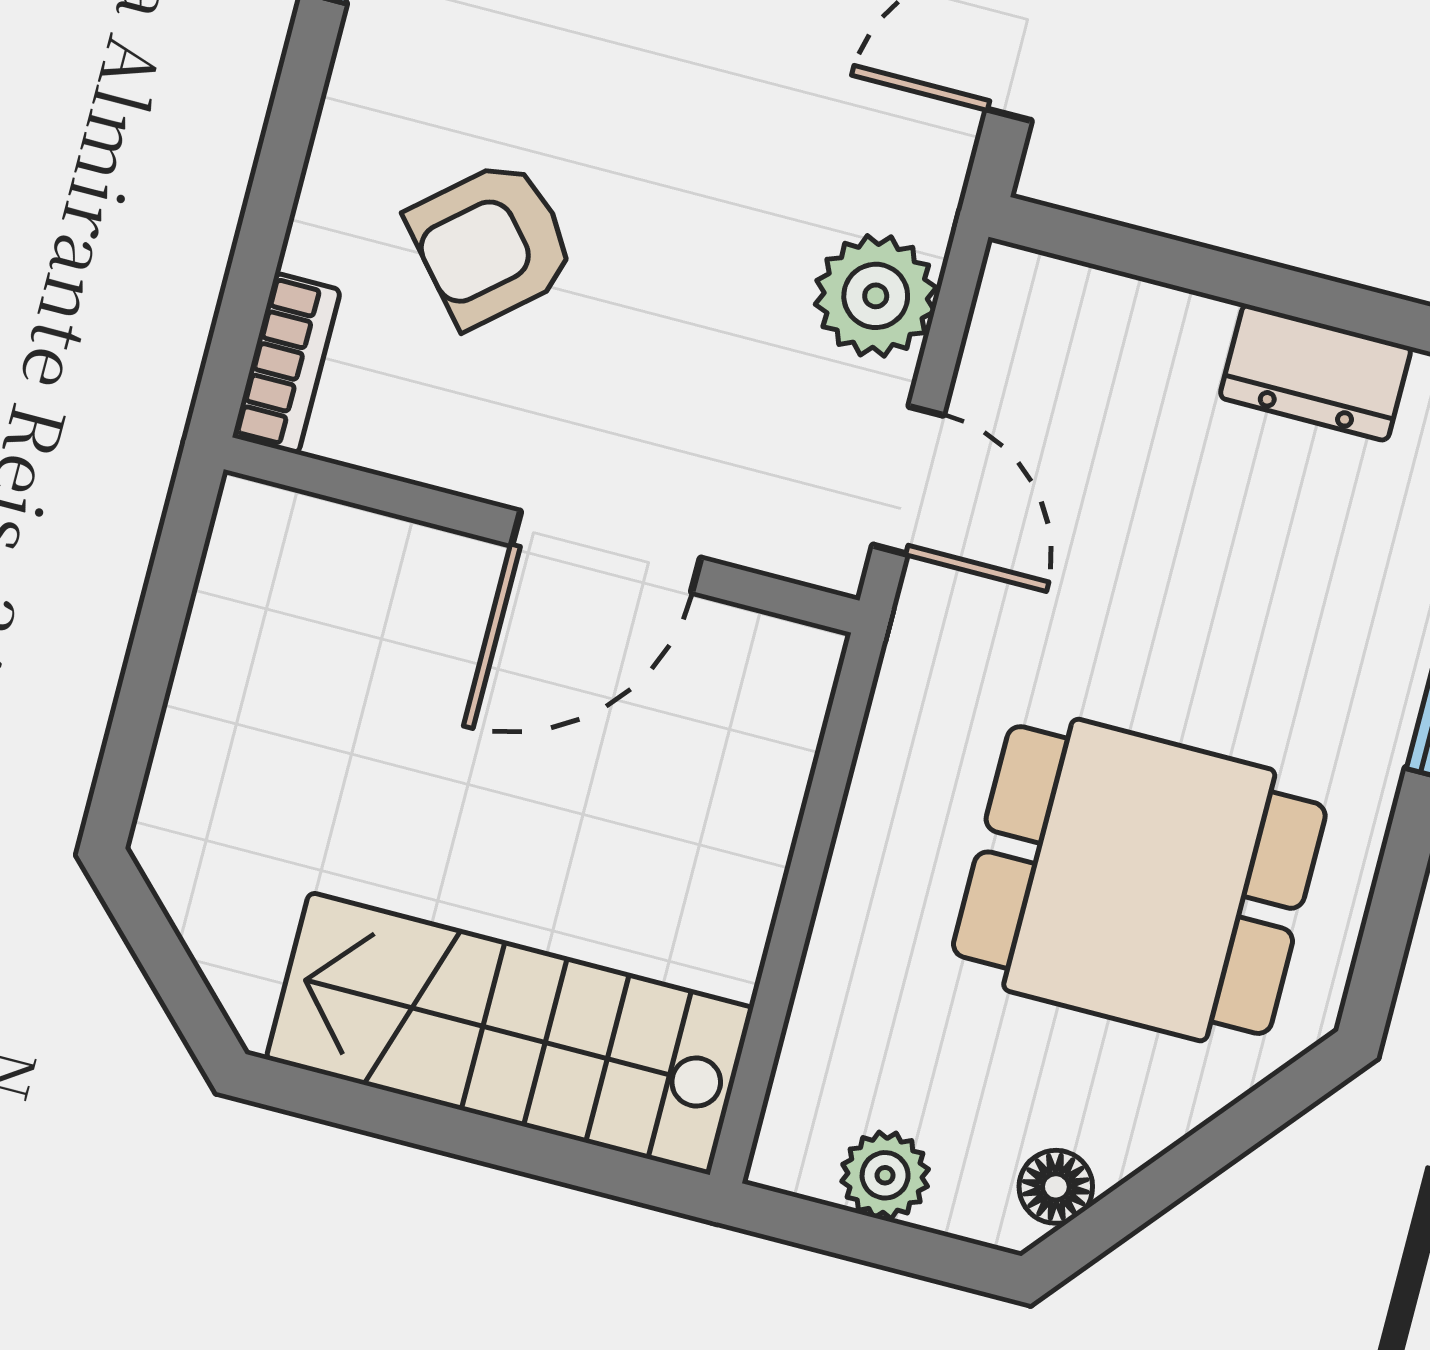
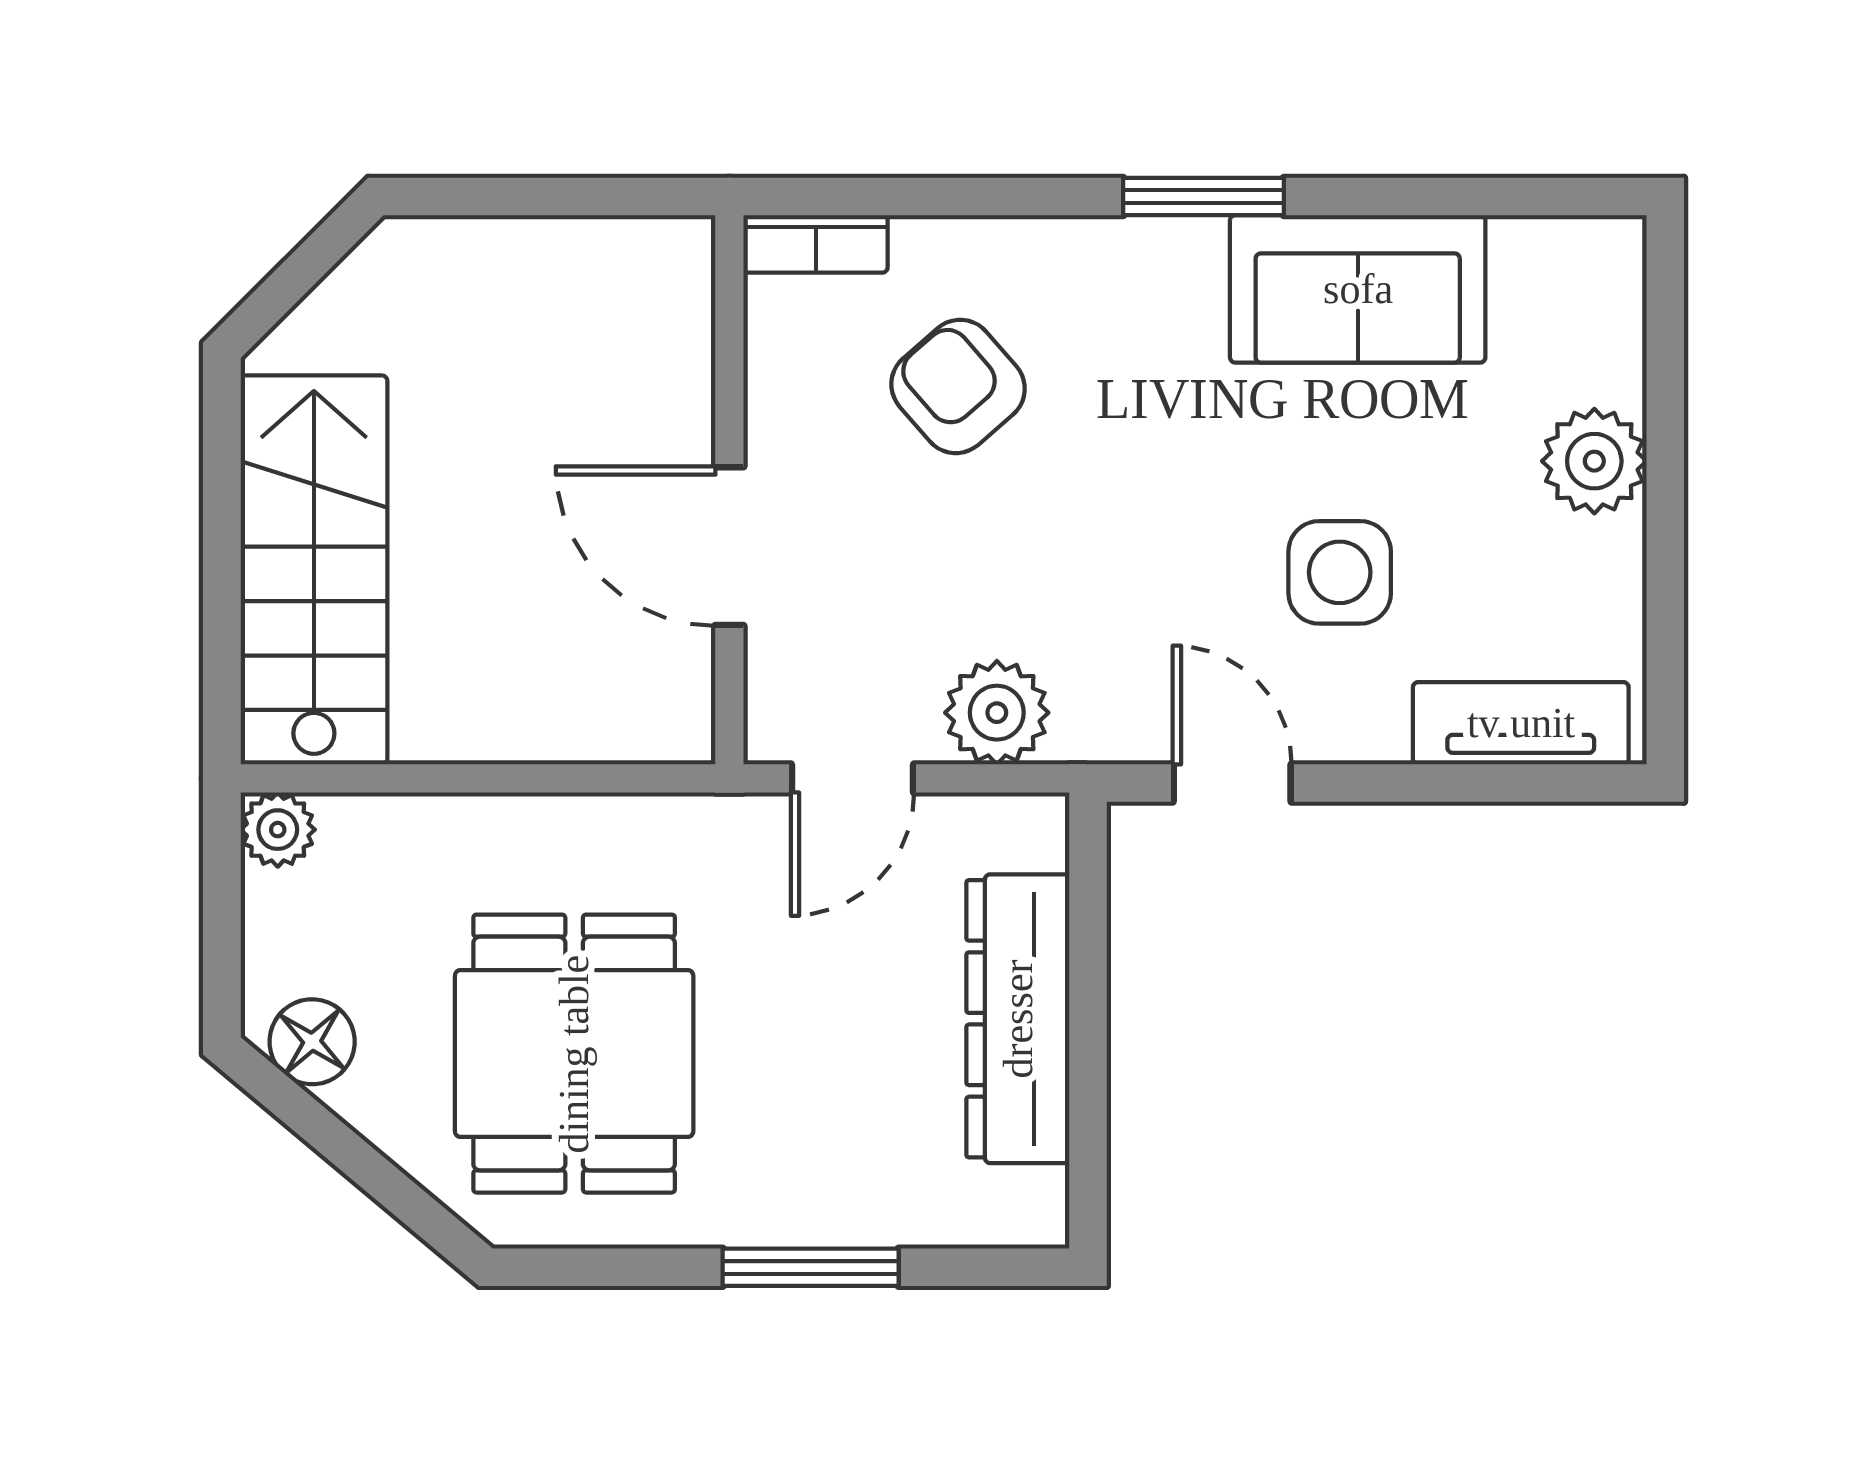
dresser: (1315, 372) -> (1018, 1019), width x1.96, depth x1.24
plant: (885, 1175) -> (278, 830), moved
floor lamp: (1056, 1187) -> (312, 1042), width x1.37, depth x1.37

